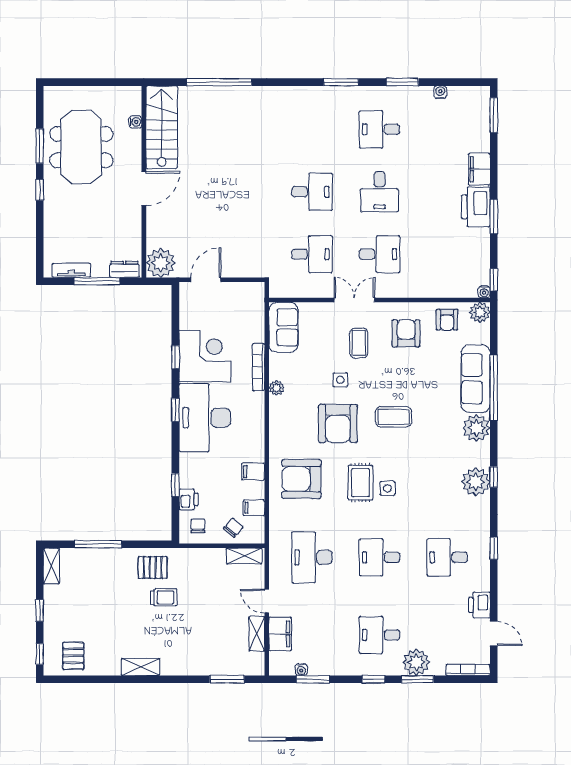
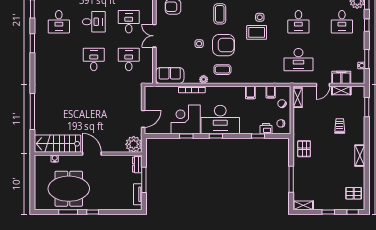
door: (206, 280) -> (143, 119), swing flipped
coffee table: (359, 343) -> (222, 70), moved
armchair: (301, 479) -> (255, 65), removed
trolley: (164, 597) -> (340, 126), moved

